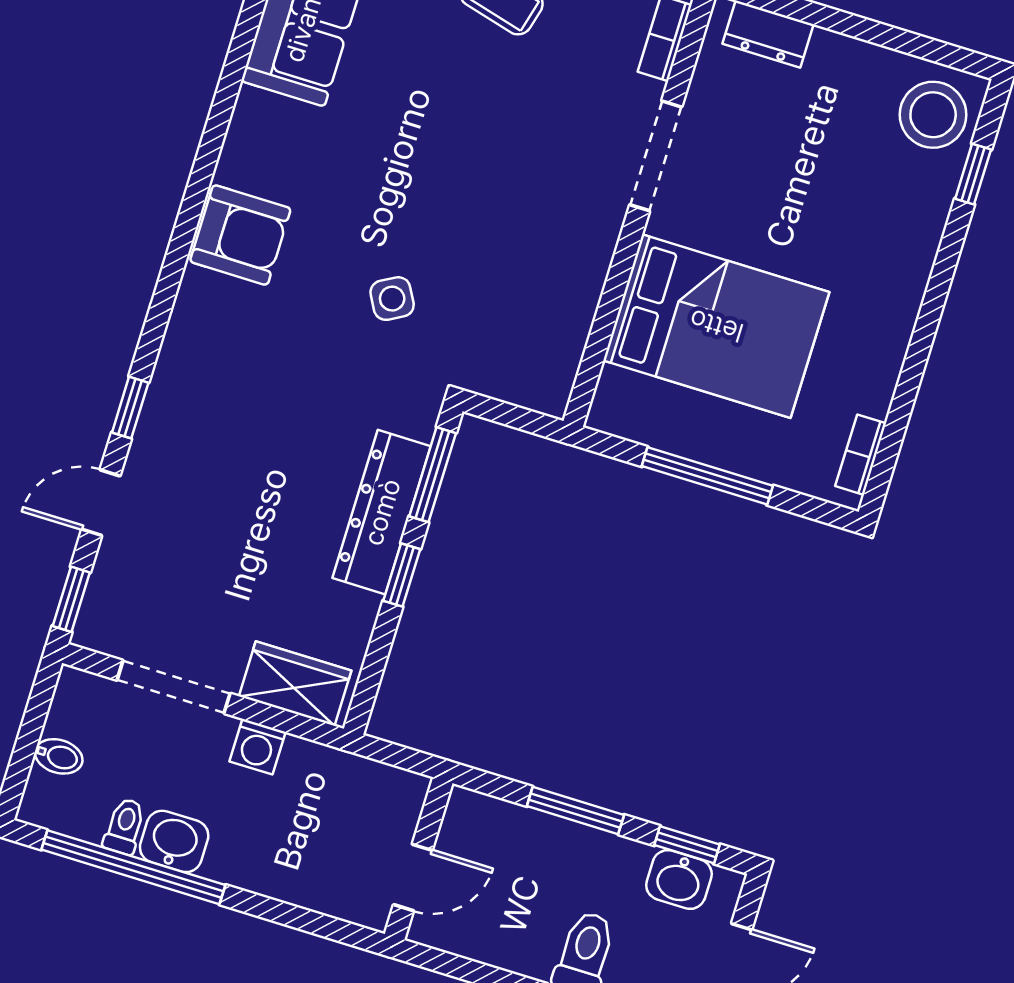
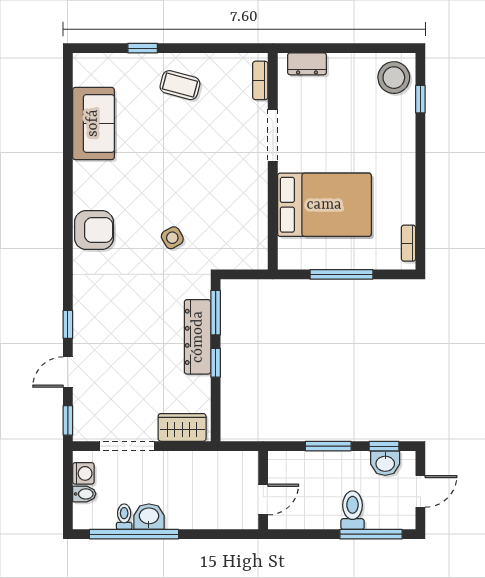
washing machine: (258, 747) -> (83, 473), moved, turned -90

